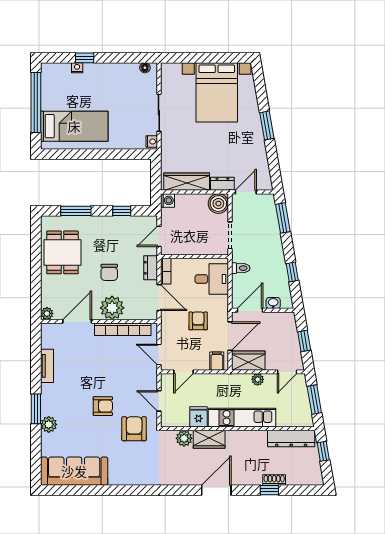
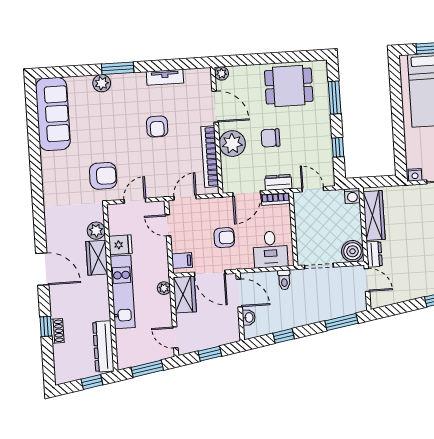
plant: (258, 379) -> (164, 288), moved
armchair: (103, 406) -> (157, 126), moved

